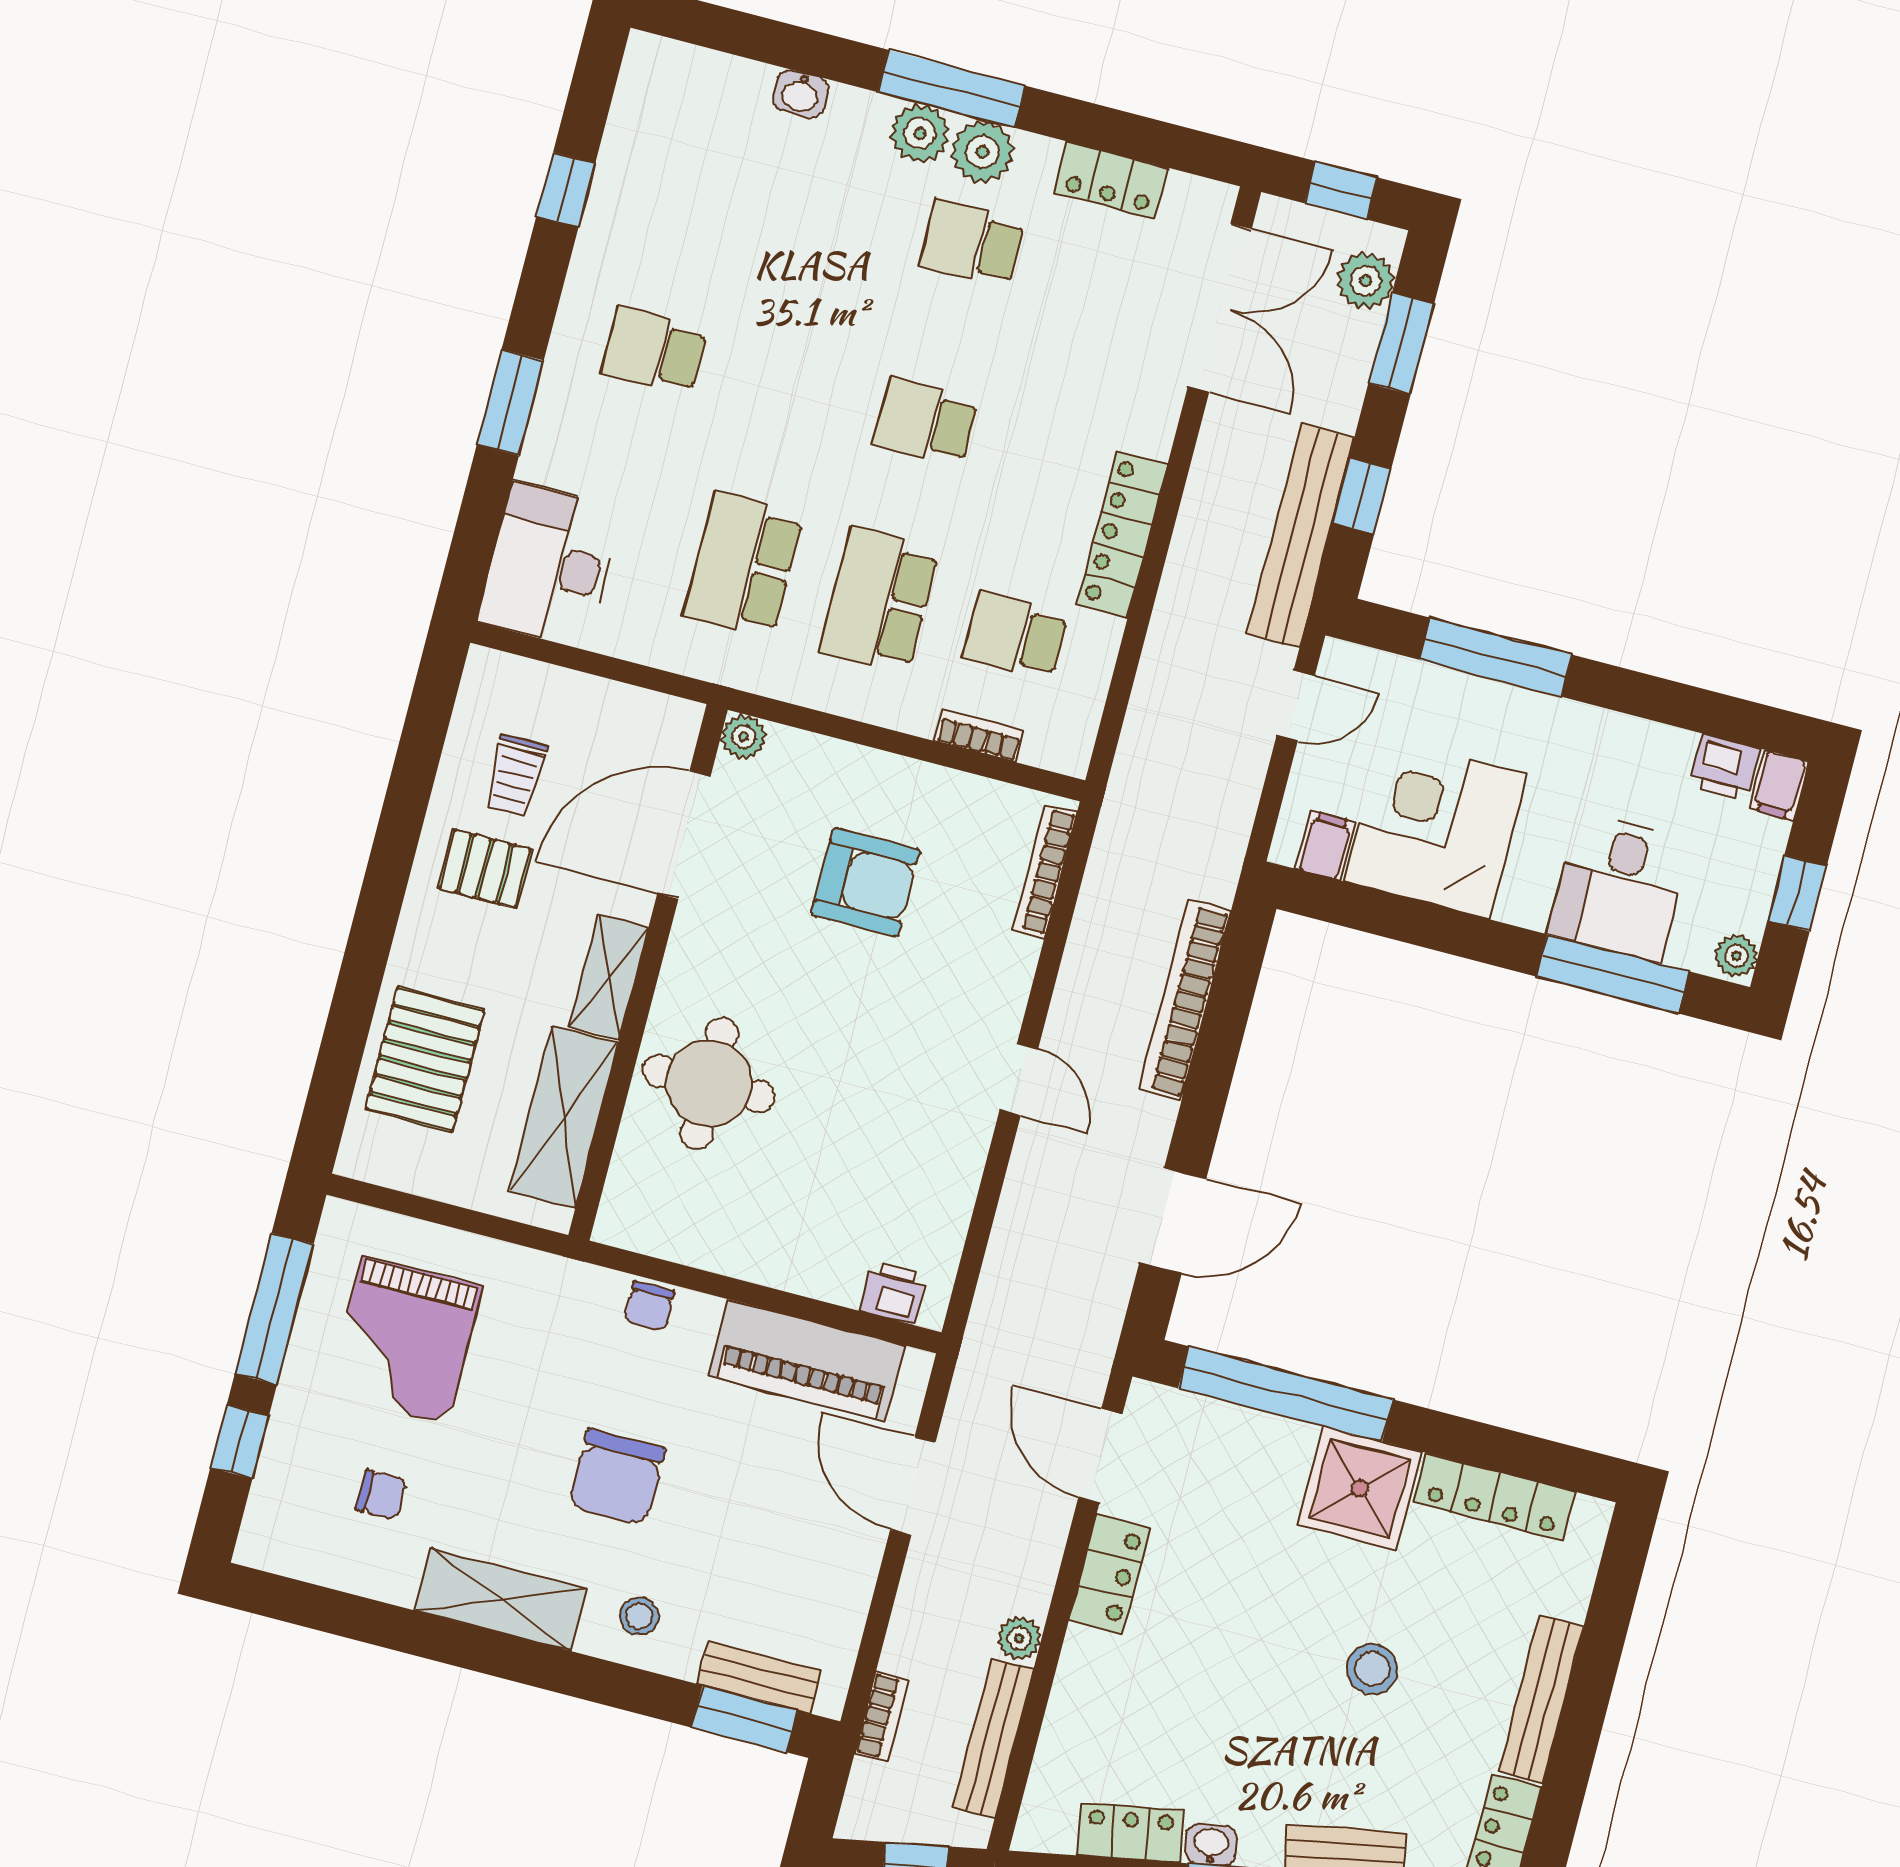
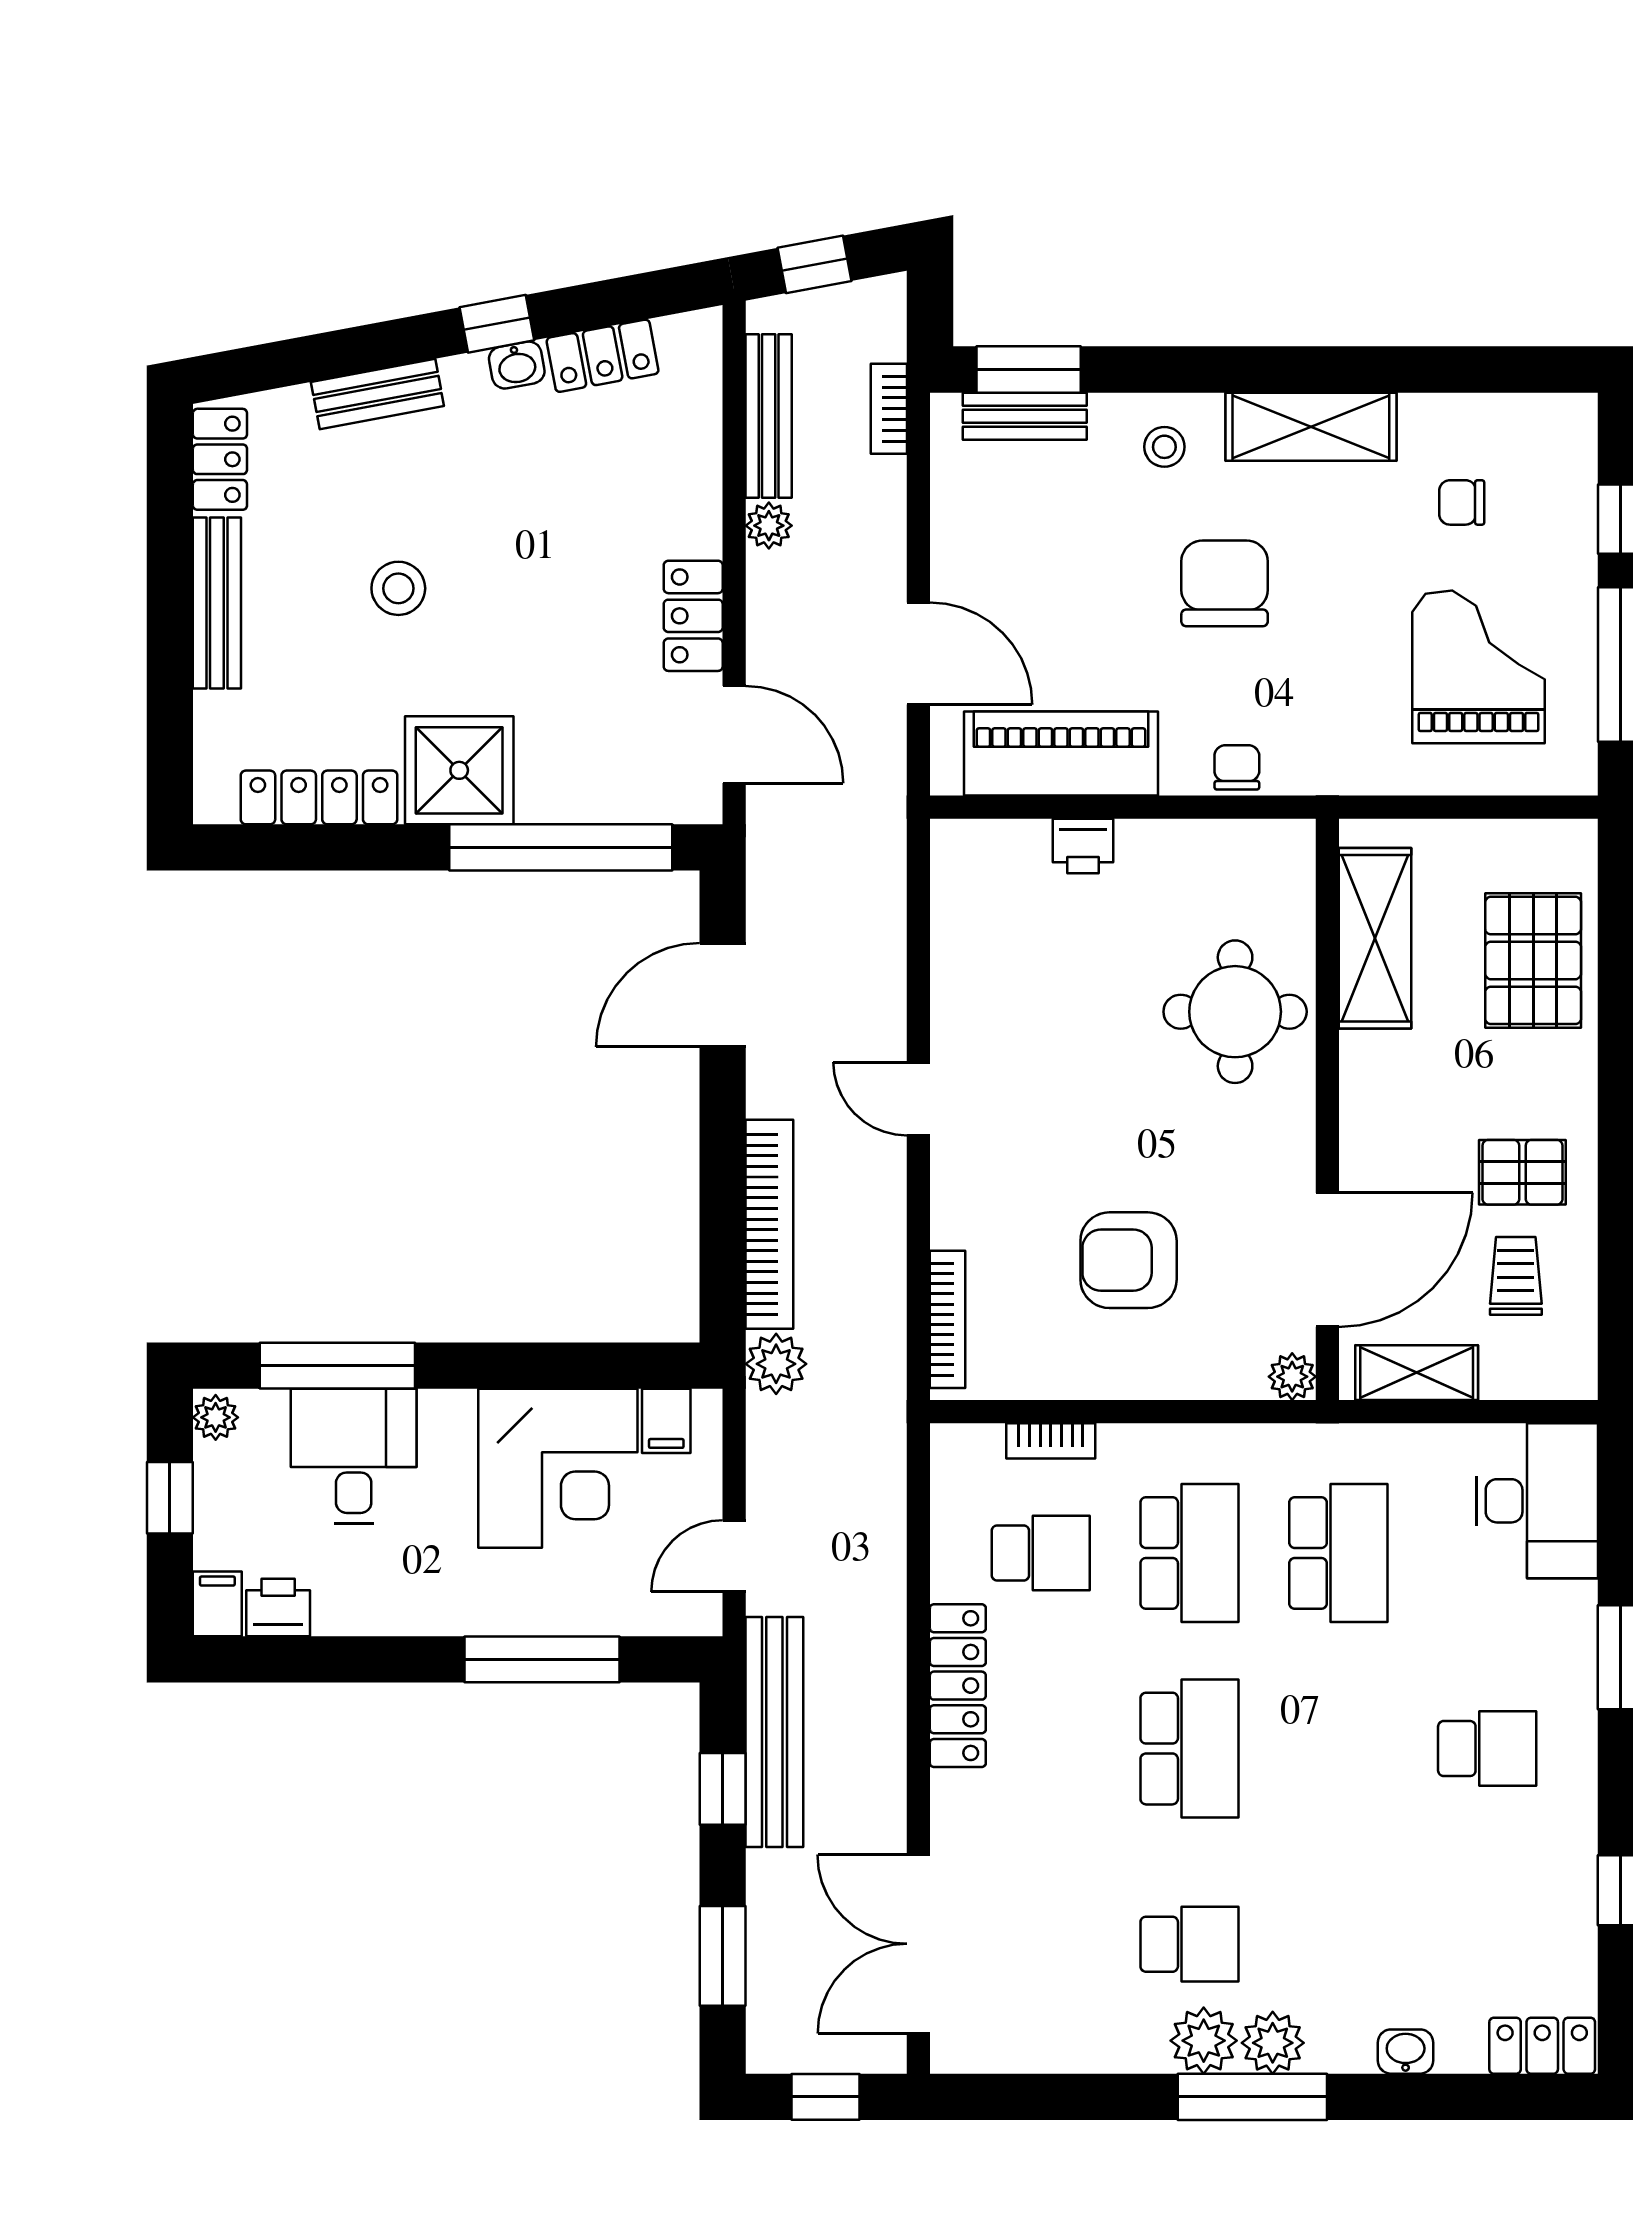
locker: (1111, 180) -> (1542, 2046), moved
plant: (1366, 281) -> (776, 1364), moved
school desk: (926, 422) -> (1190, 1749), width x1.85
shelving: (609, 977) -> (1417, 1373), moved, turned 90
printer: (893, 1293) -> (1083, 846), moved

